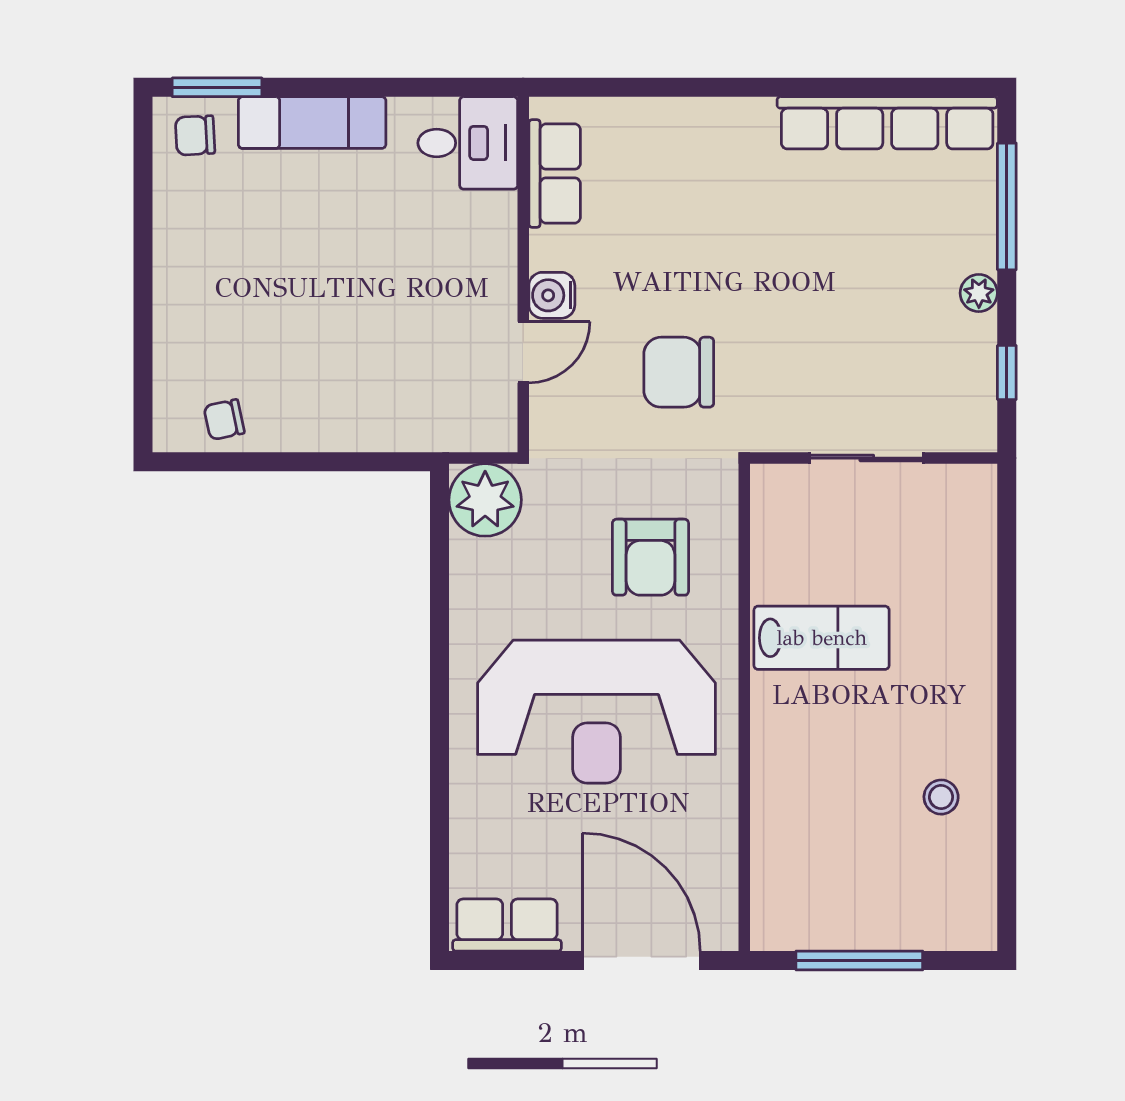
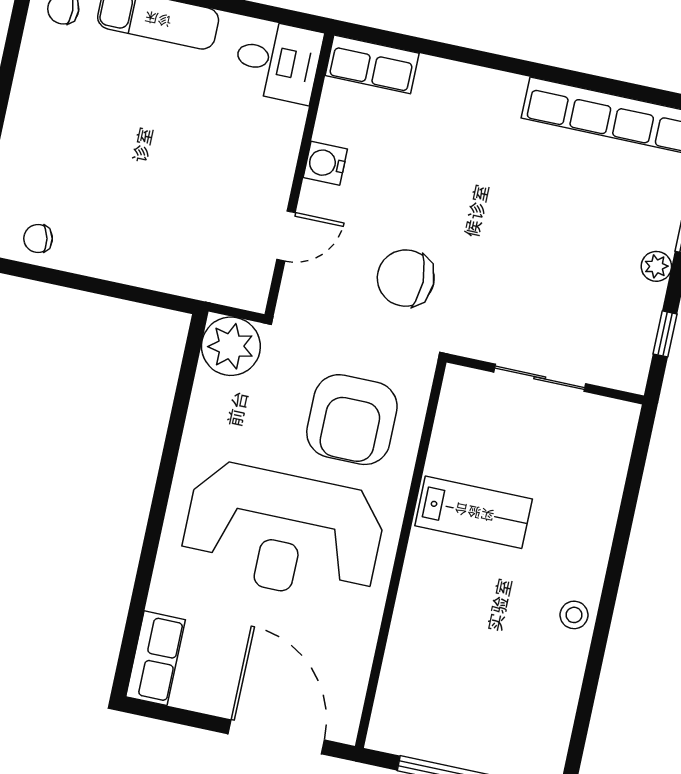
row of seats: (555, 173) -> (372, 64), moved, turned 90
water cooler: (552, 295) -> (325, 163), moved
armchair: (650, 557) -> (352, 420), width x1.36, depth x1.36
stool: (941, 797) -> (574, 615), moved
row of seats: (507, 925) -> (156, 658), moved, turned 90

